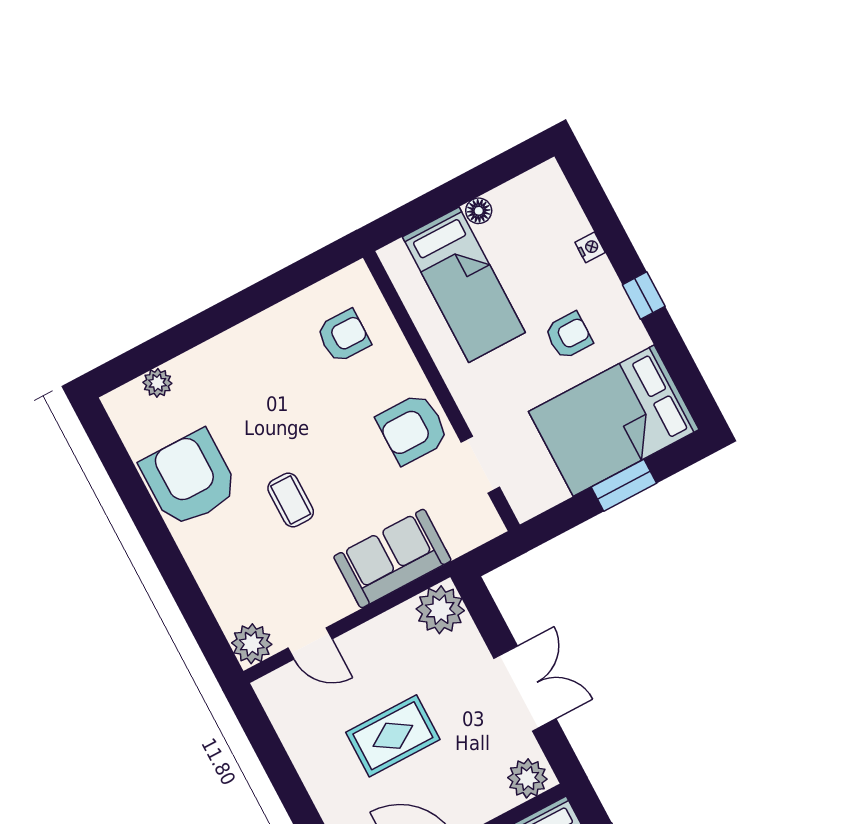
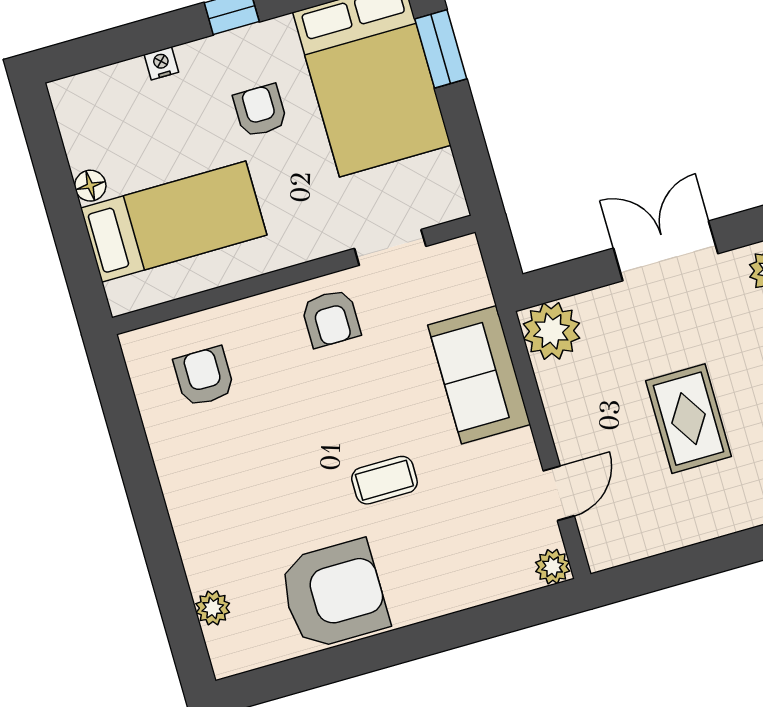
armchair: (413, 429) -> (331, 318), width x0.72, depth x0.72
armchair: (189, 479) -> (334, 594), turned 180
window: (624, 485) -> (441, 49), moved
plant: (252, 644) -> (553, 567), width x0.73, depth x0.73

